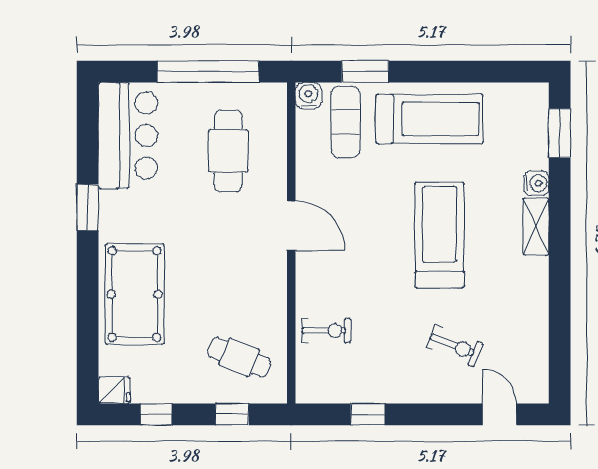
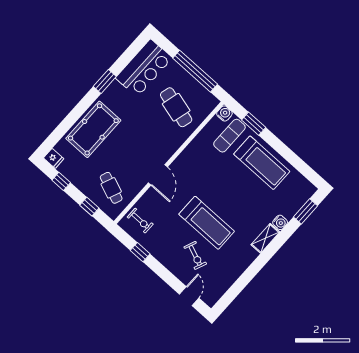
cafe table: (228, 151) -> (176, 107), turned -75
door: (291, 226) -> (158, 175), moved
treadmill: (440, 235) -> (207, 223), moved, turned 90
exercise bike: (326, 331) -> (140, 221), moved

